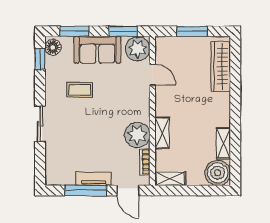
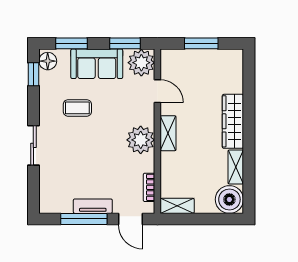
wardrobe: (221, 66) -> (233, 121), moved
shelving: (162, 133) -> (168, 133), moved
plant: (137, 135) -> (141, 140), moved

